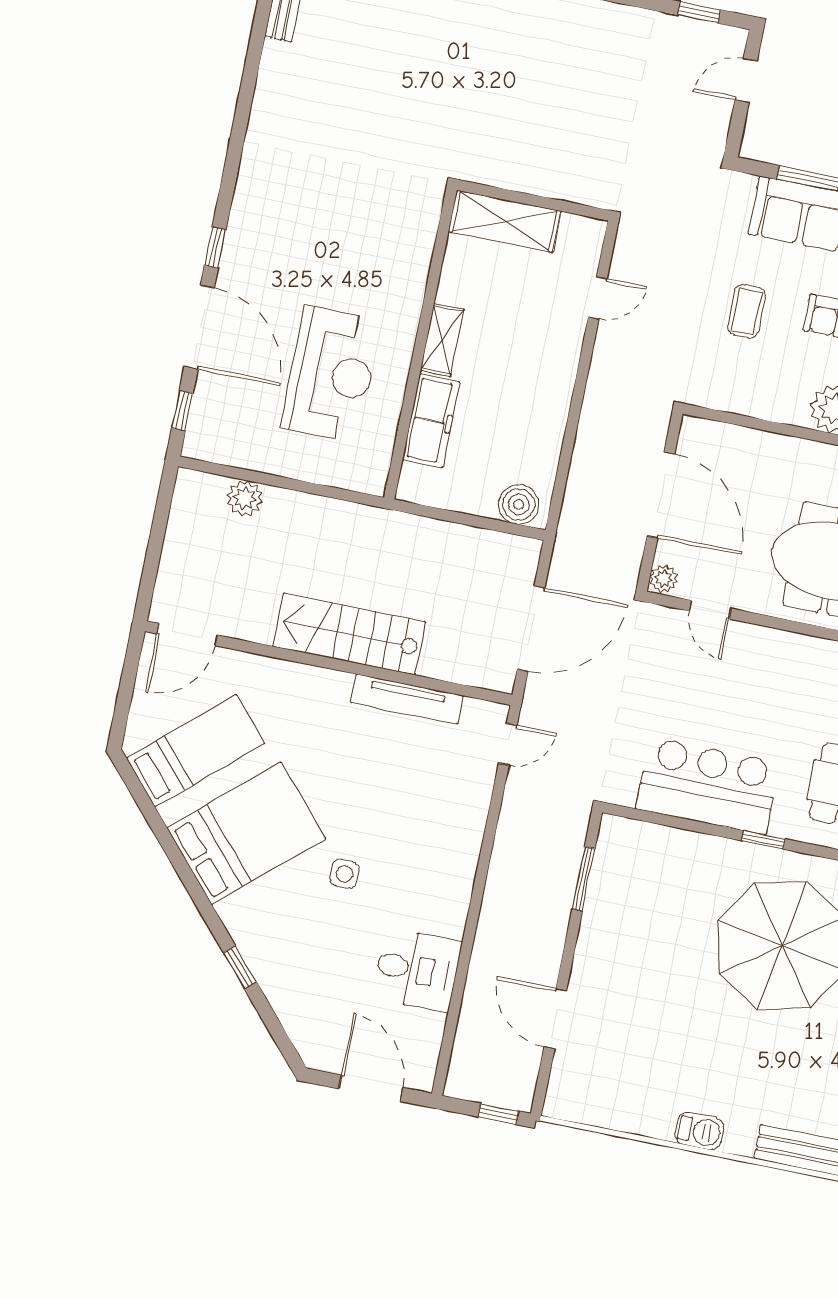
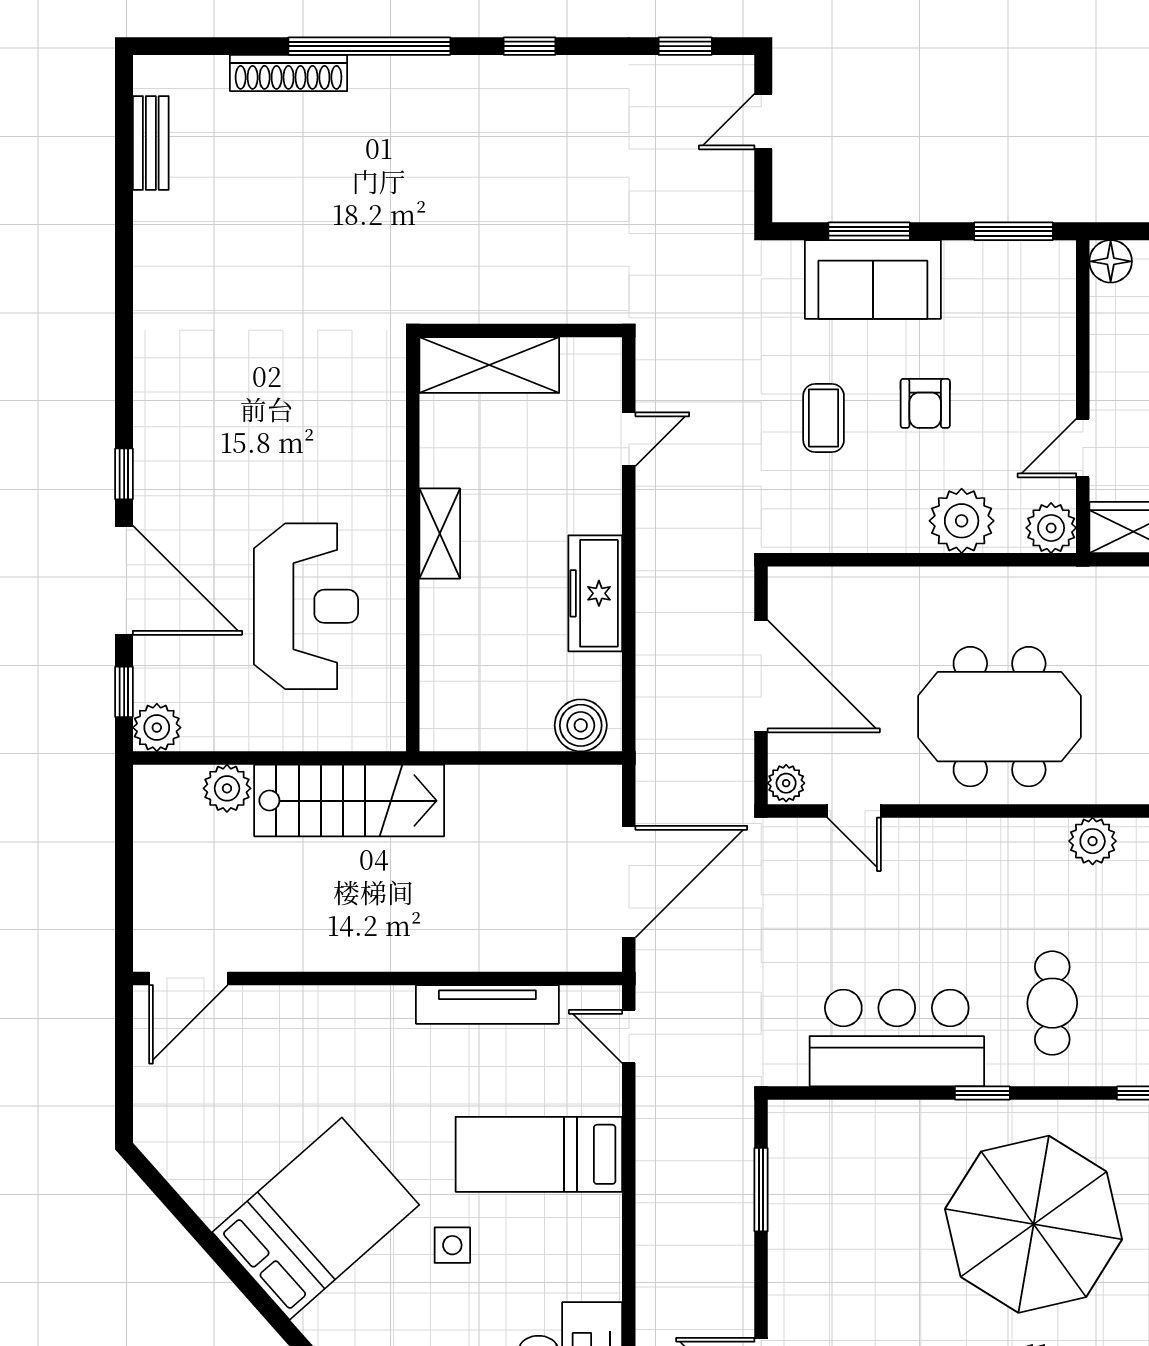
freezer: (431, 421) -> (595, 593), moved, turned 180
plant: (201, 442) -> (157, 728), added
stairs: (349, 634) -> (349, 801), moved, turned 180
door: (508, 744) -> (629, 1036), swing flipped
bed: (195, 751) -> (539, 1154), moved, turned -138

